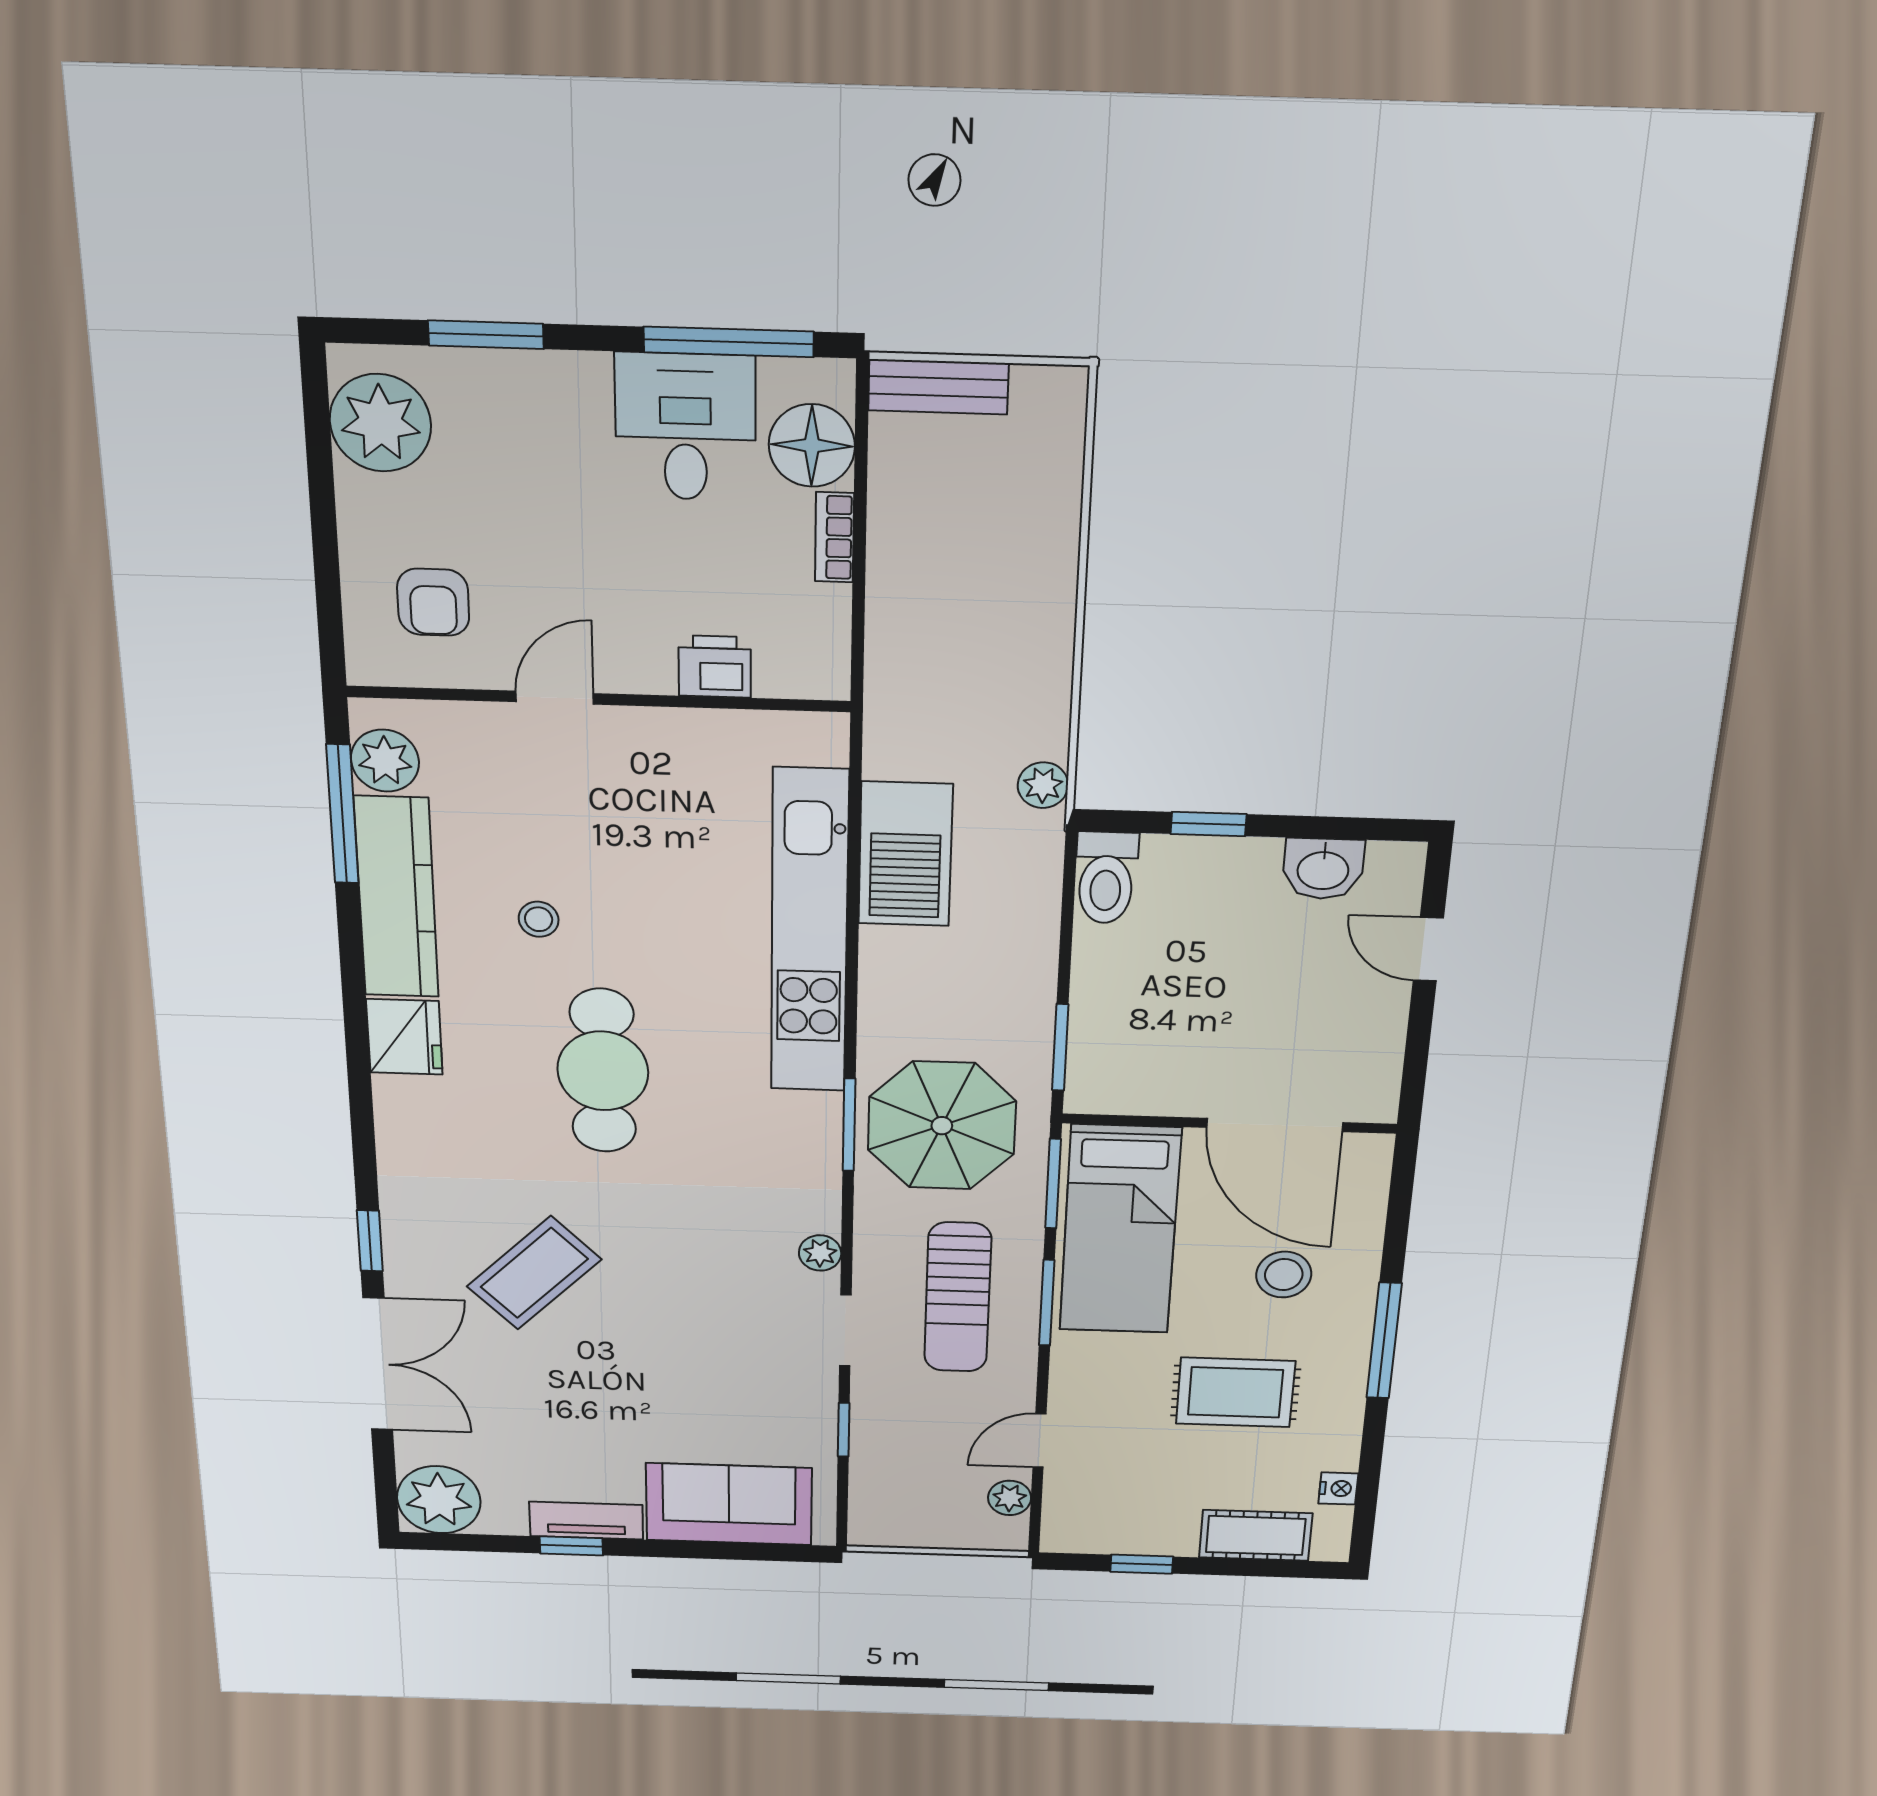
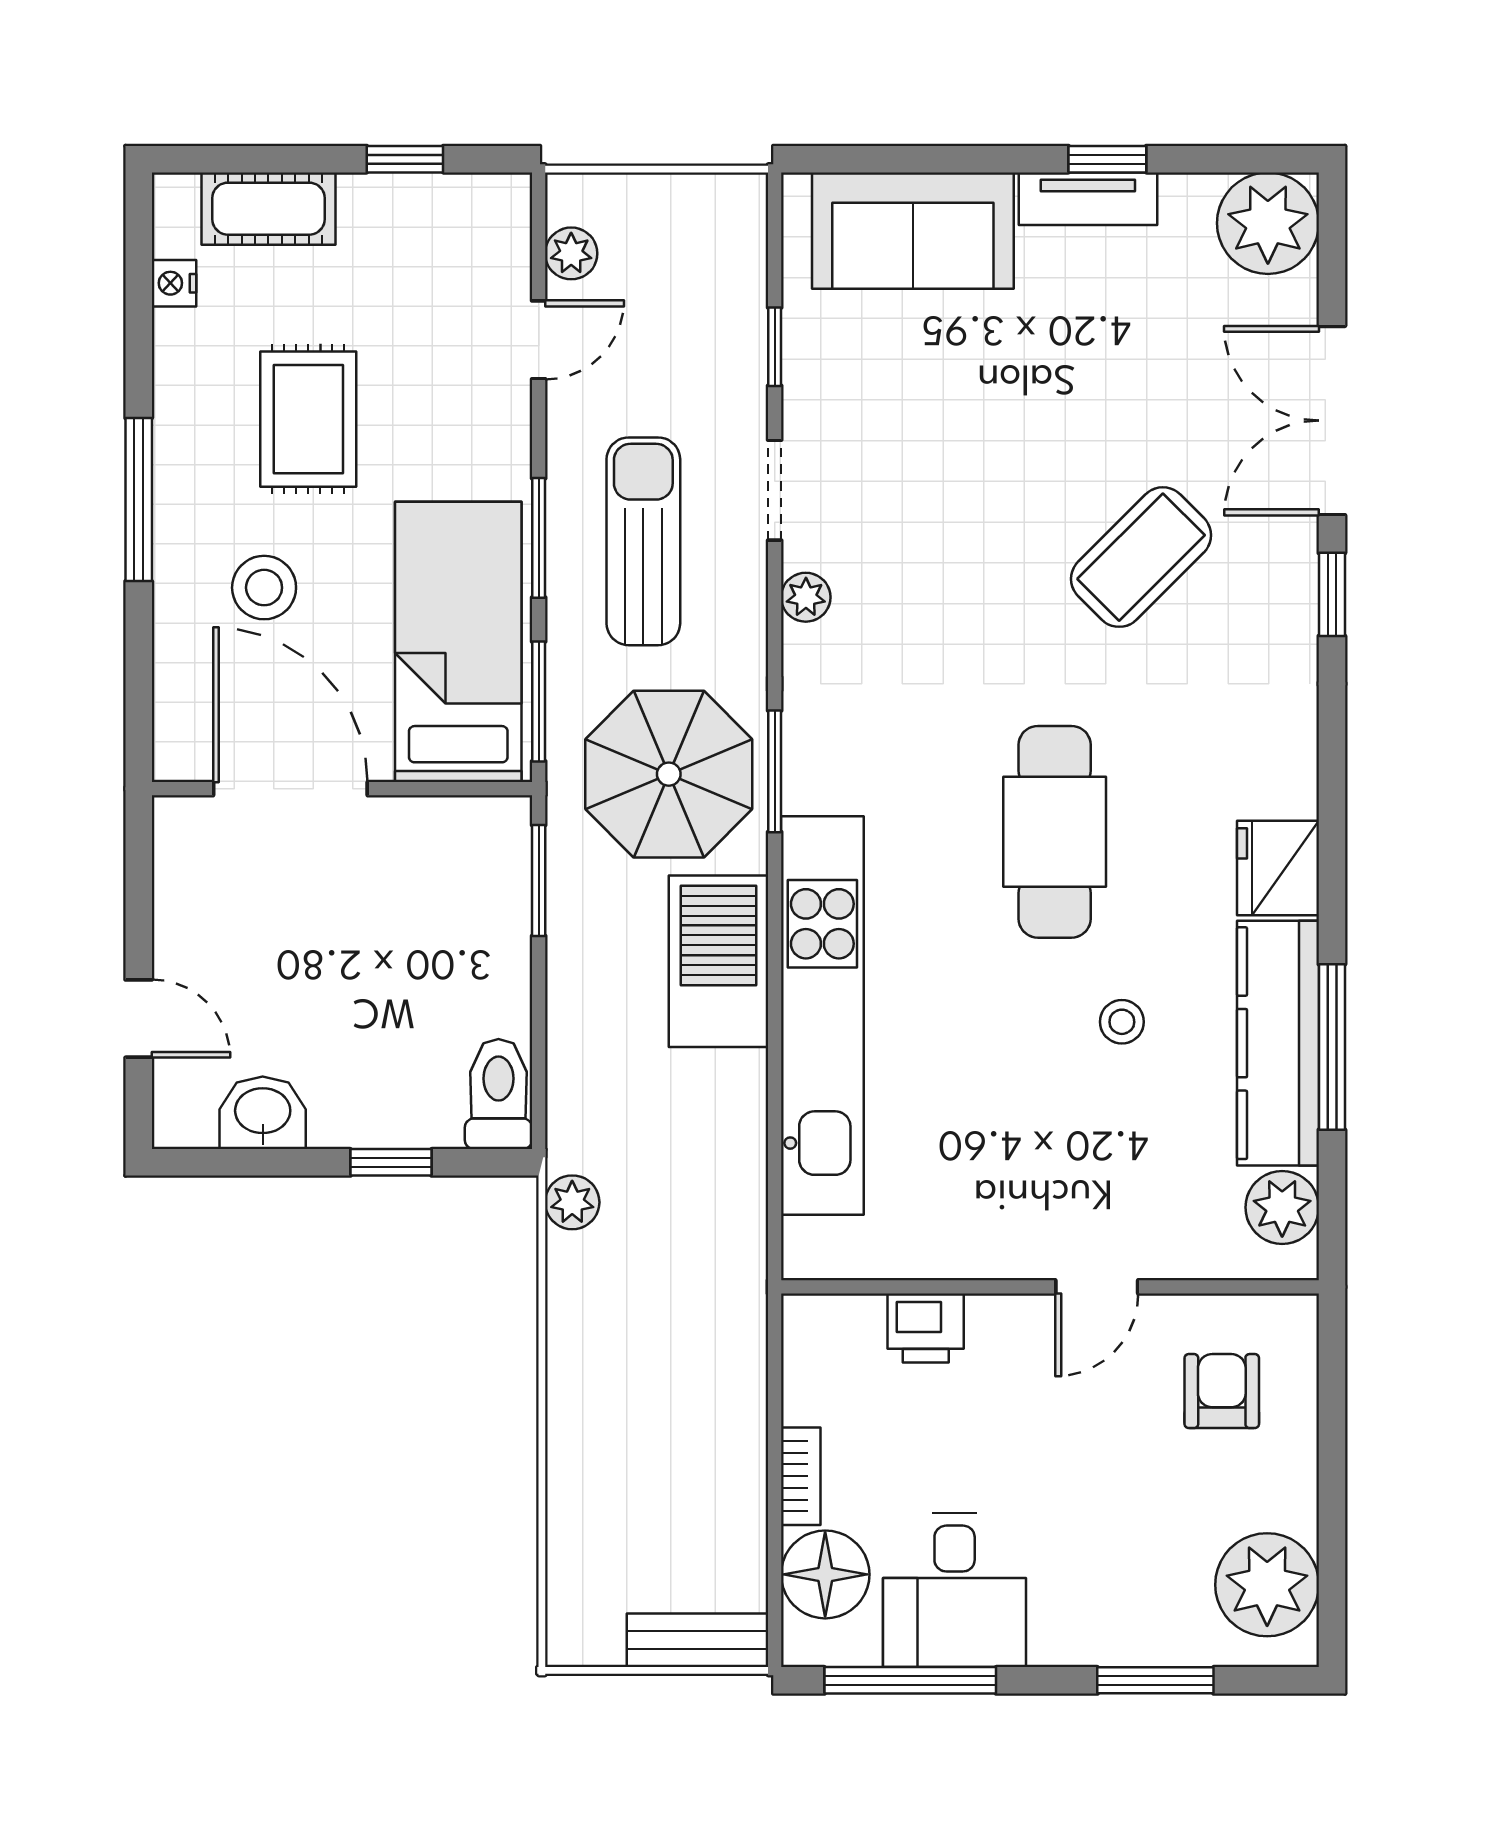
window: (342, 814) -> (1332, 1047), moved
barbecue: (905, 854) -> (719, 961), moved
rug: (1235, 1392) -> (308, 419), turned 90

